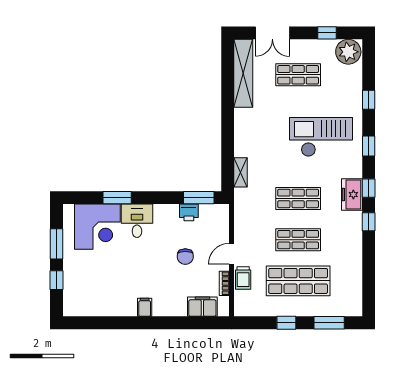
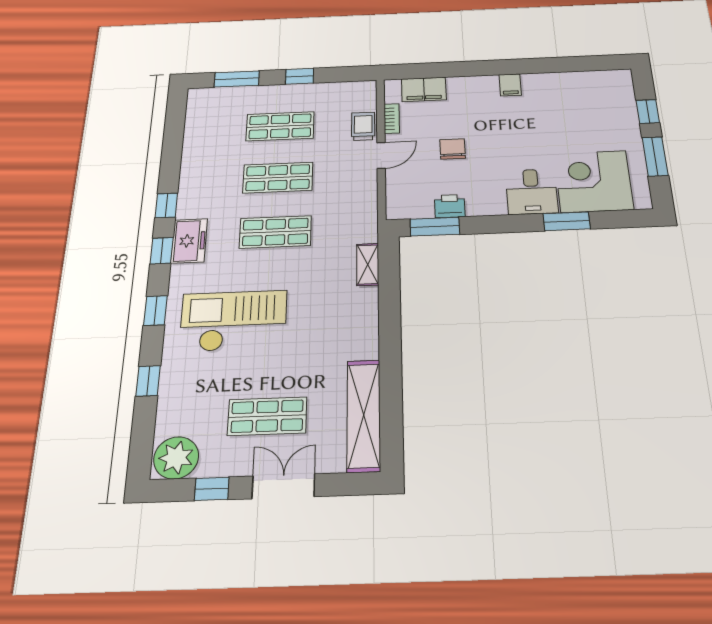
double door: (272, 33) -> (283, 486), moved
checkout: (321, 137) -> (233, 321), turned 180
shop shelf: (298, 281) -> (280, 126), width x0.70, depth x0.74

